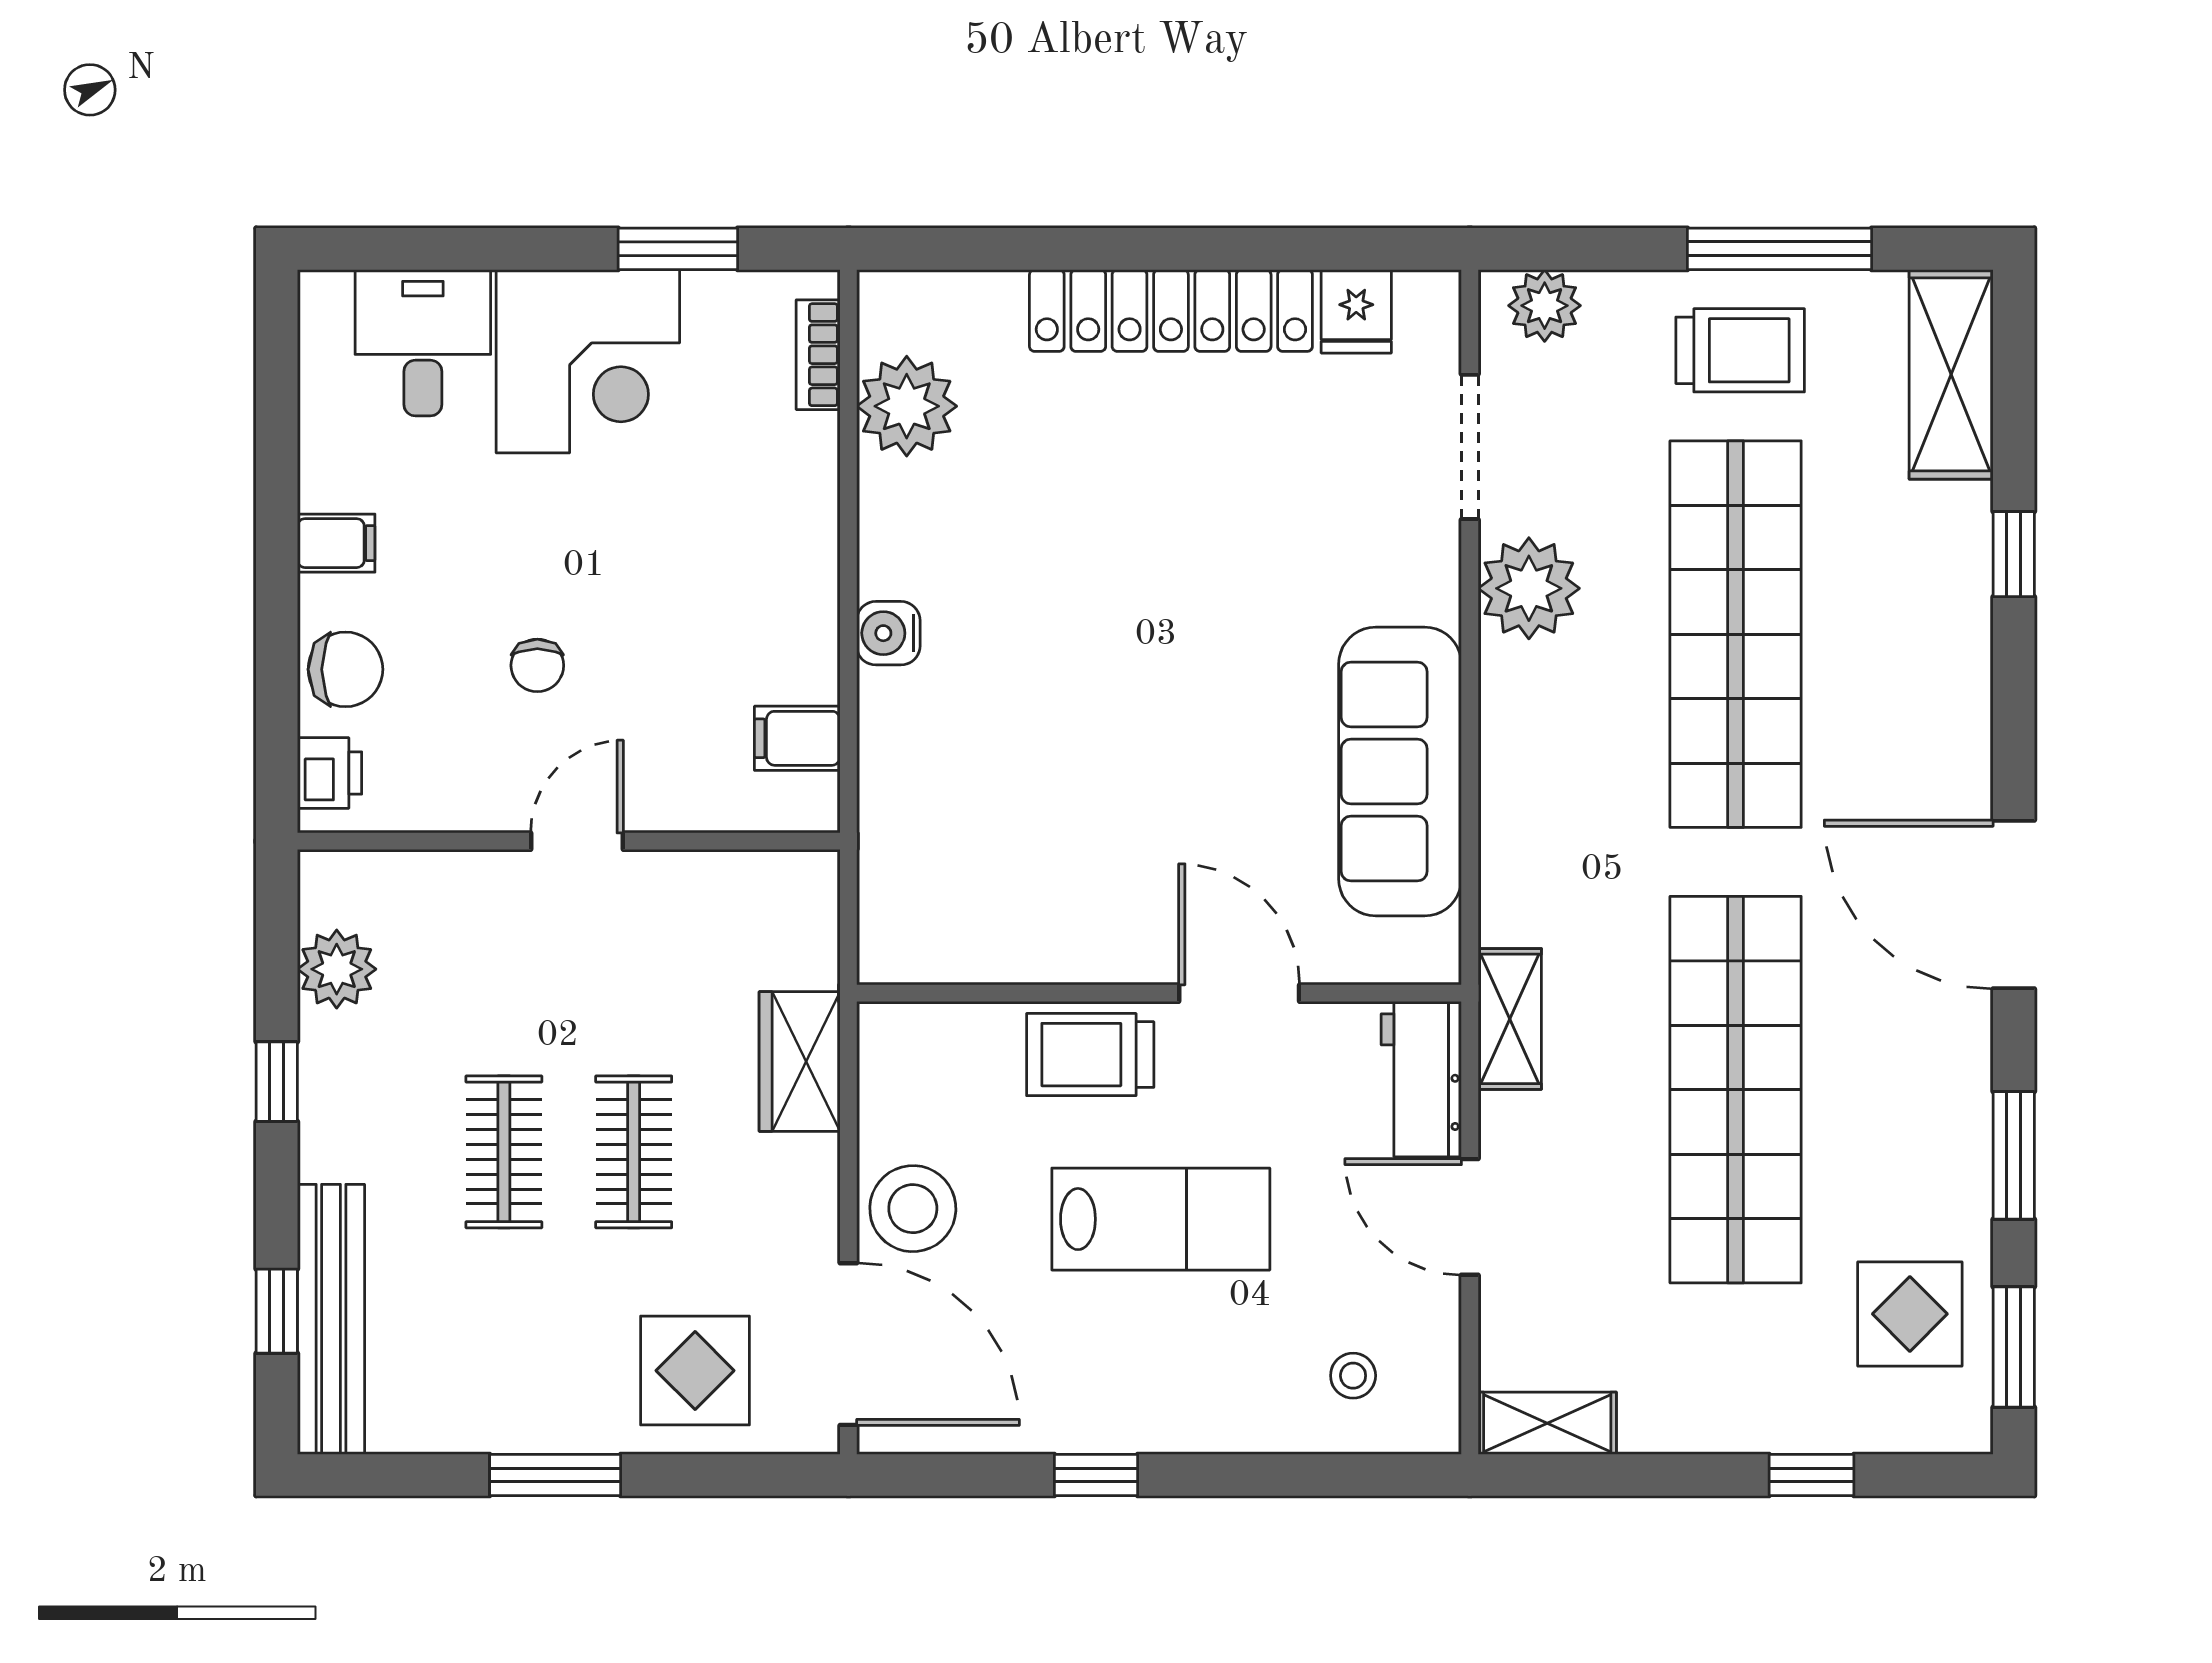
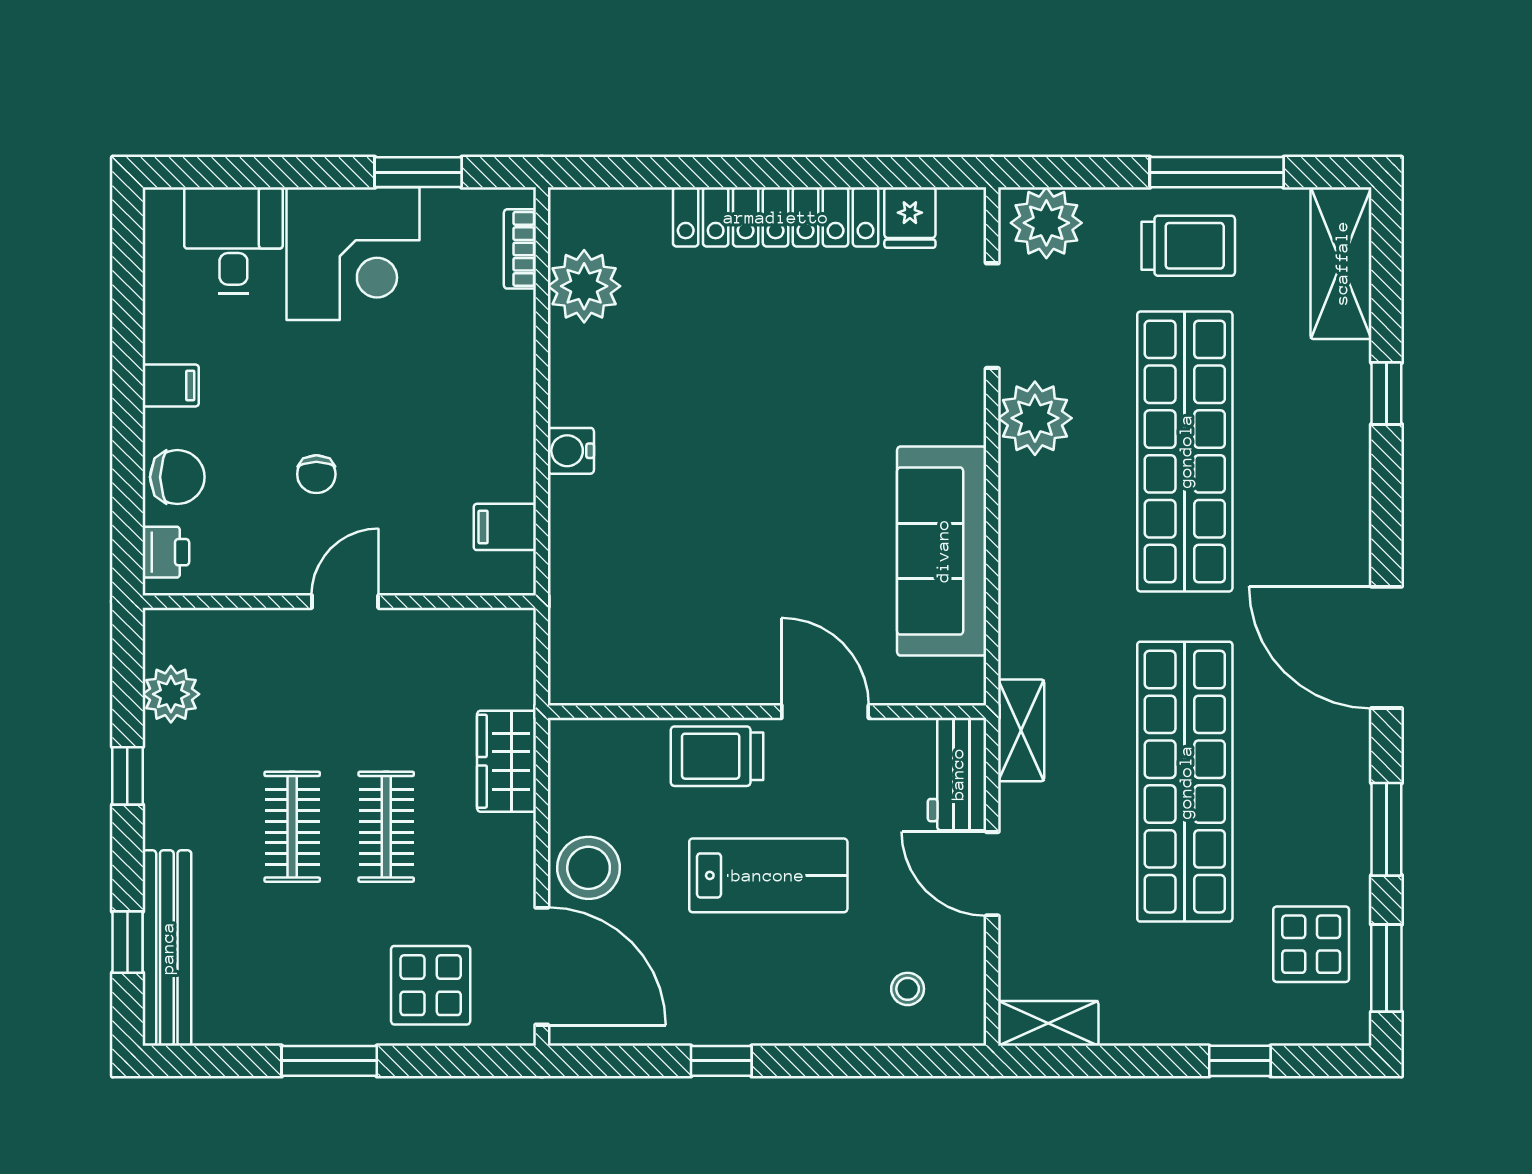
plant: (1545, 306) -> (1046, 223), width x1.36, depth x1.36

